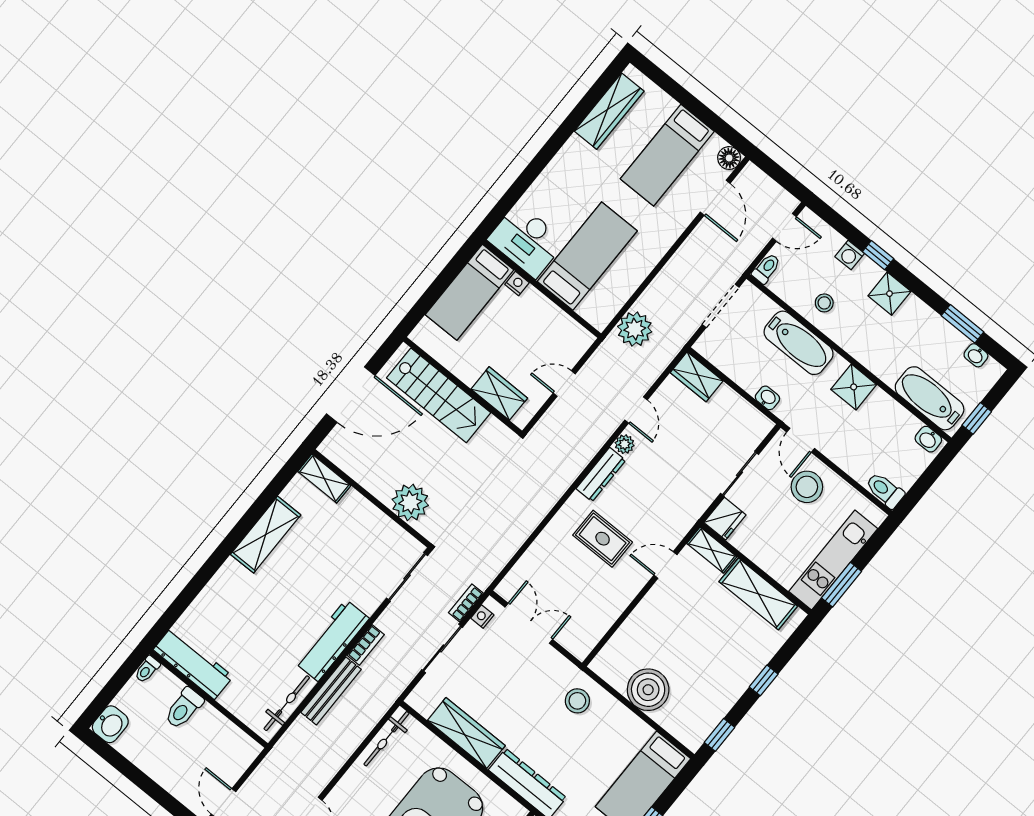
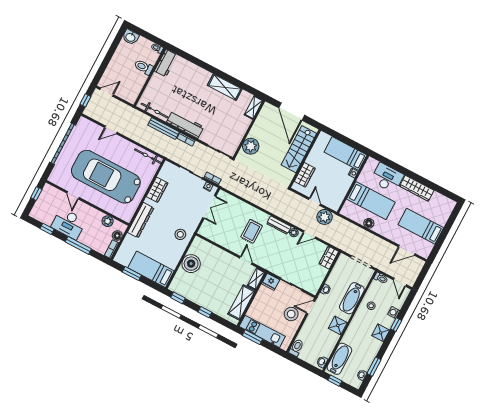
wardrobe: (609, 111) -> (417, 188), moved
floor lamp: (729, 158) -> (369, 223), moved
desk: (527, 240) -> (387, 178), moved, turned 90
plant: (635, 329) -> (325, 217), moved
workbench: (193, 663) -> (166, 63), width x0.73
wardrobe: (466, 733) -> (157, 190), width x0.67

